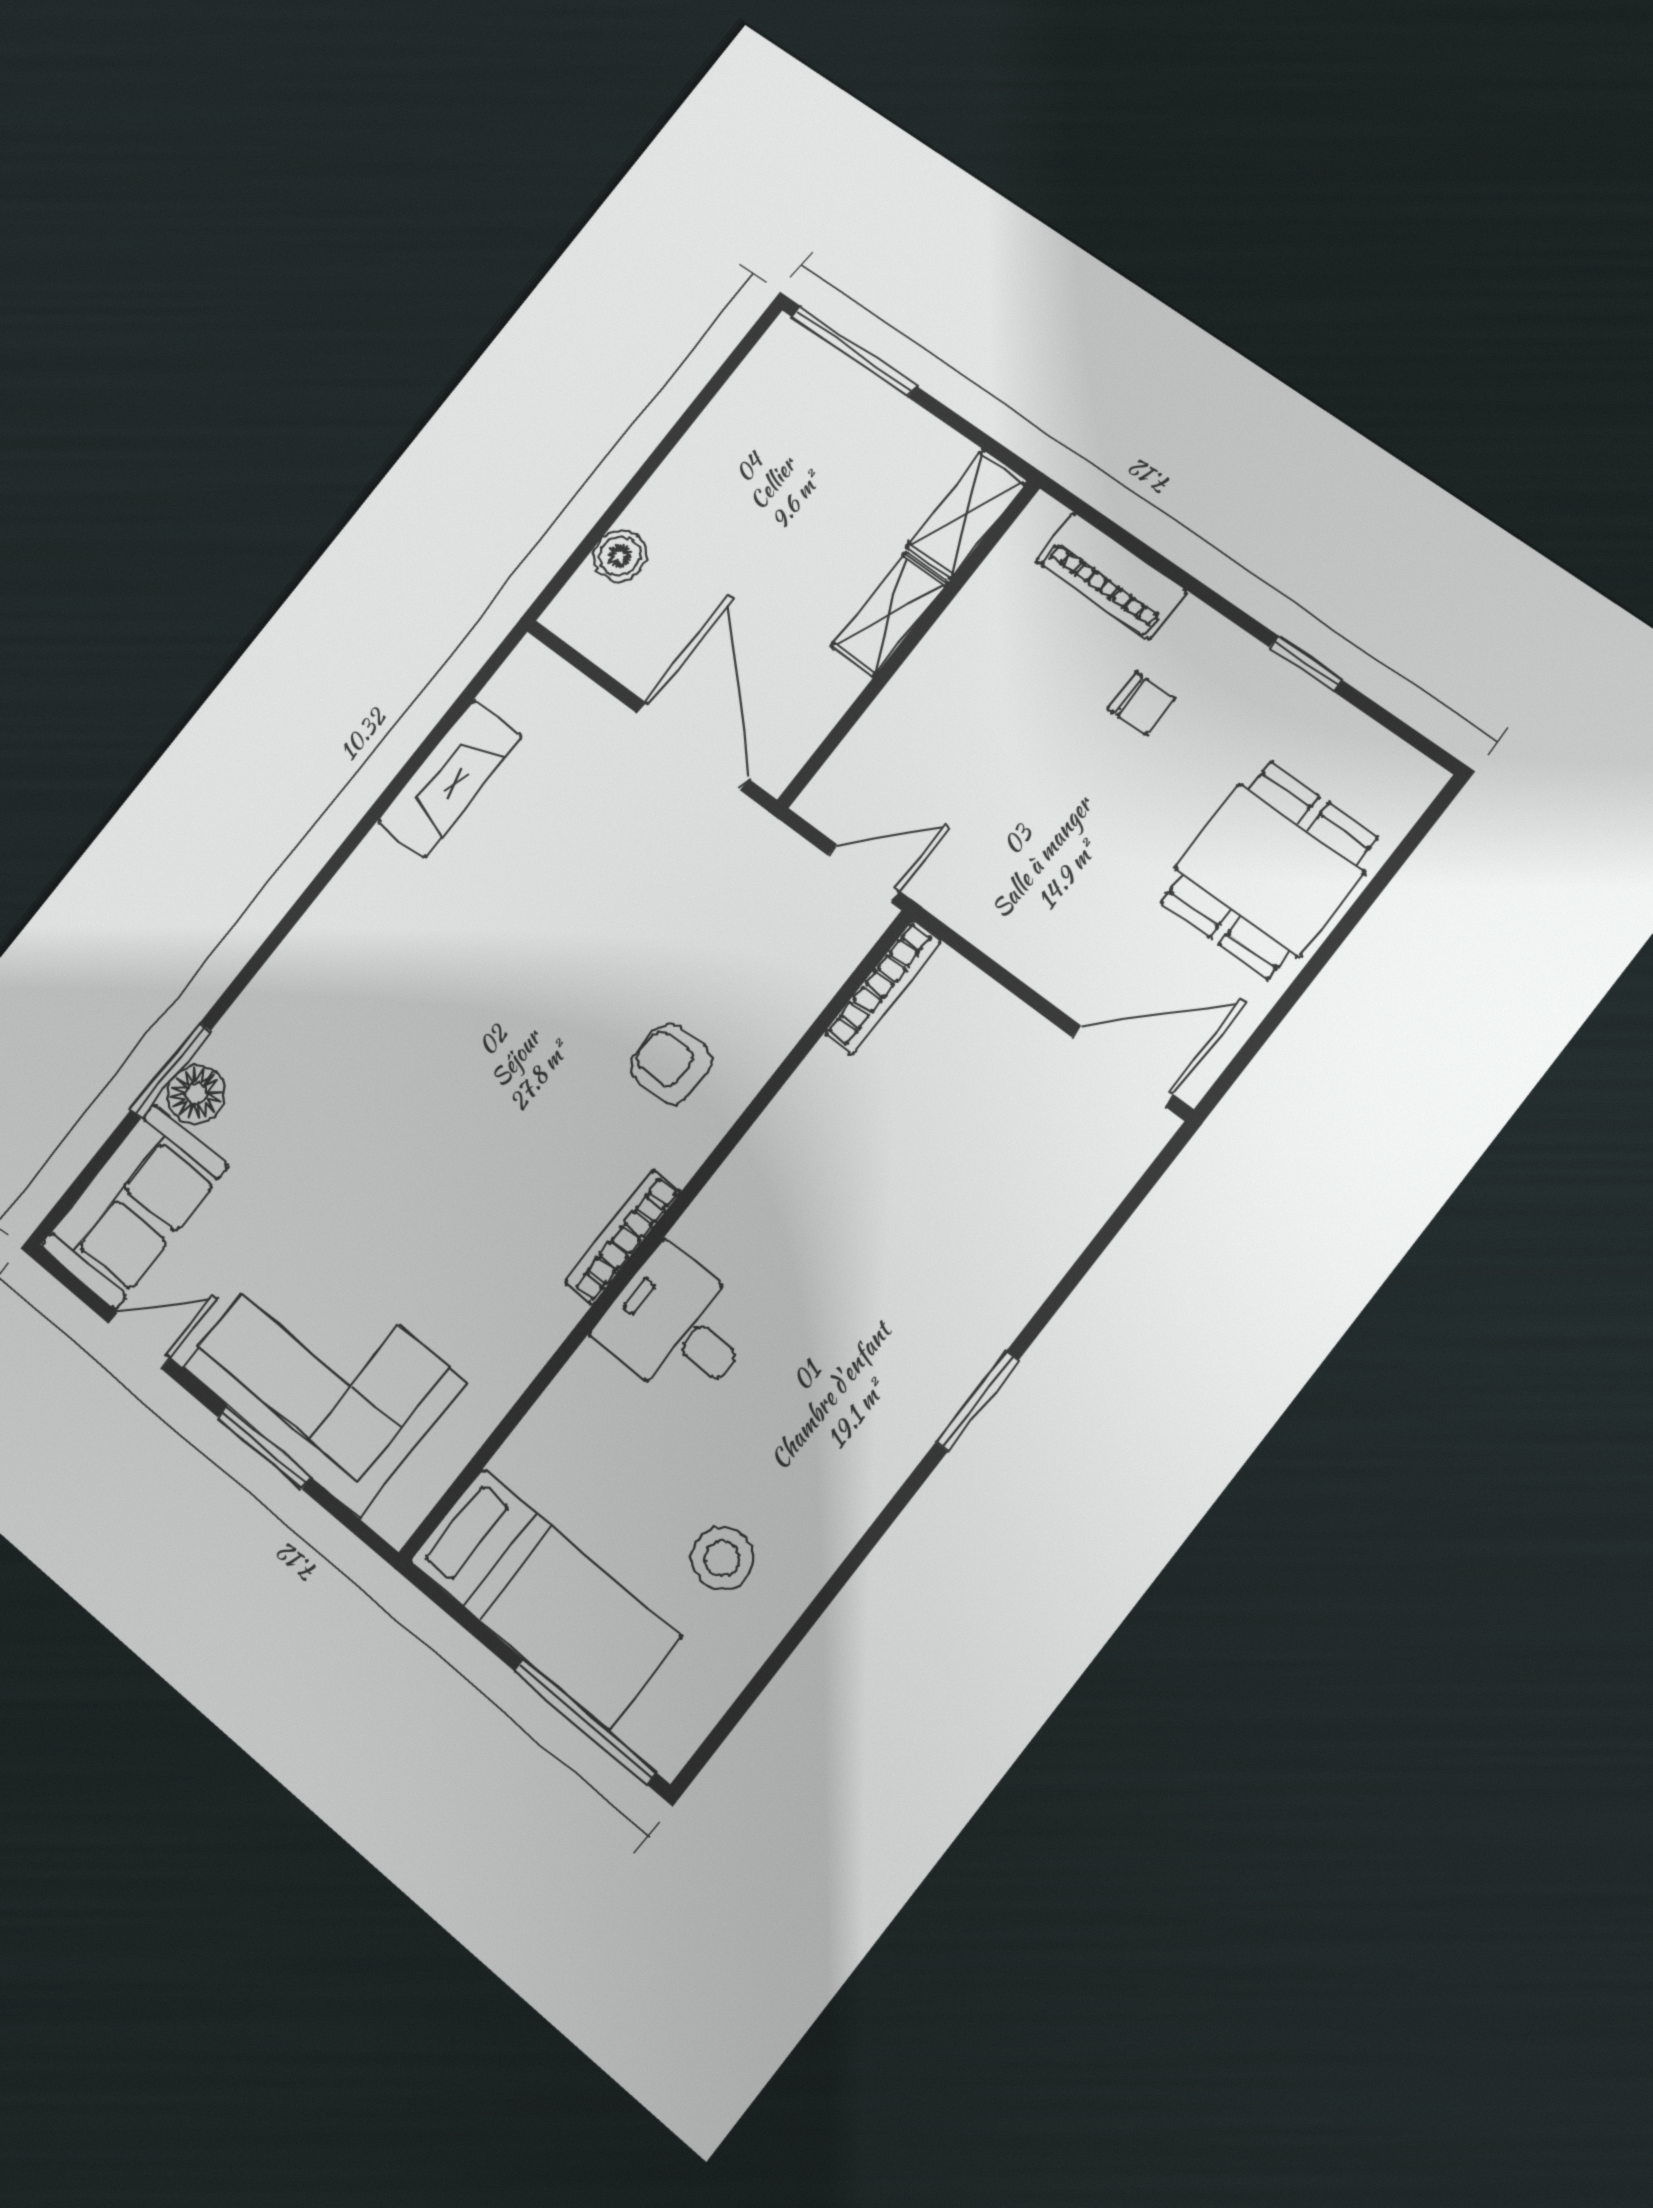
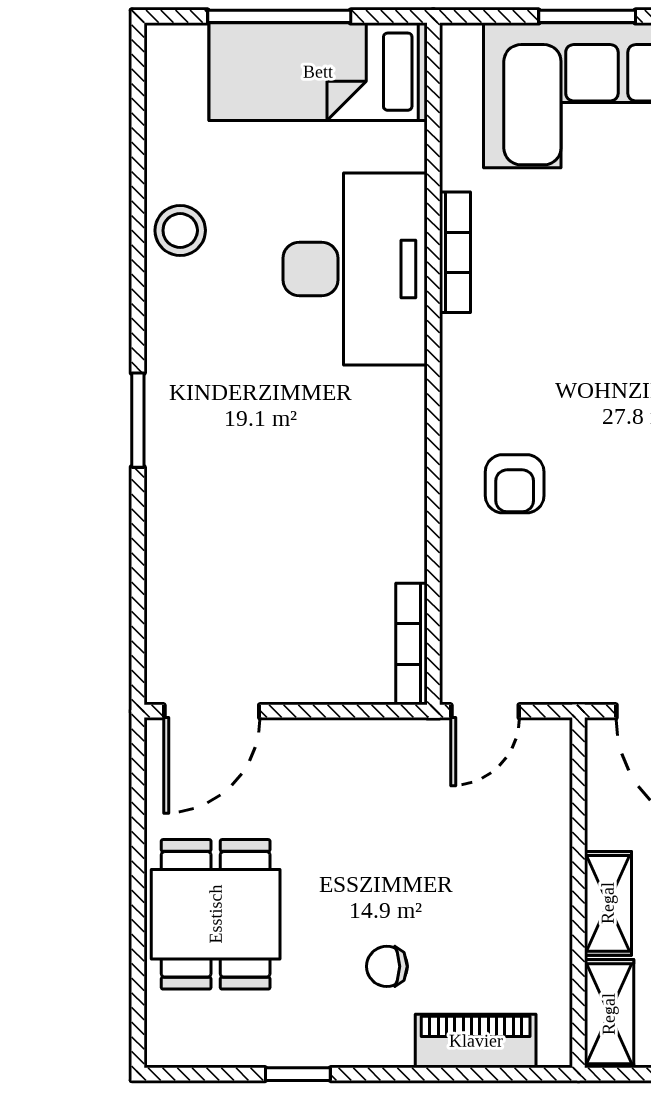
armchair: (671, 1064) -> (515, 484), turned 90
bookcase: (623, 1237) -> (455, 252), moved
desk: (677, 1327) -> (355, 269), width x1.87, depth x1.30
stool: (722, 1558) -> (180, 230), moved
window: (585, 1721) -> (279, 16), moved

